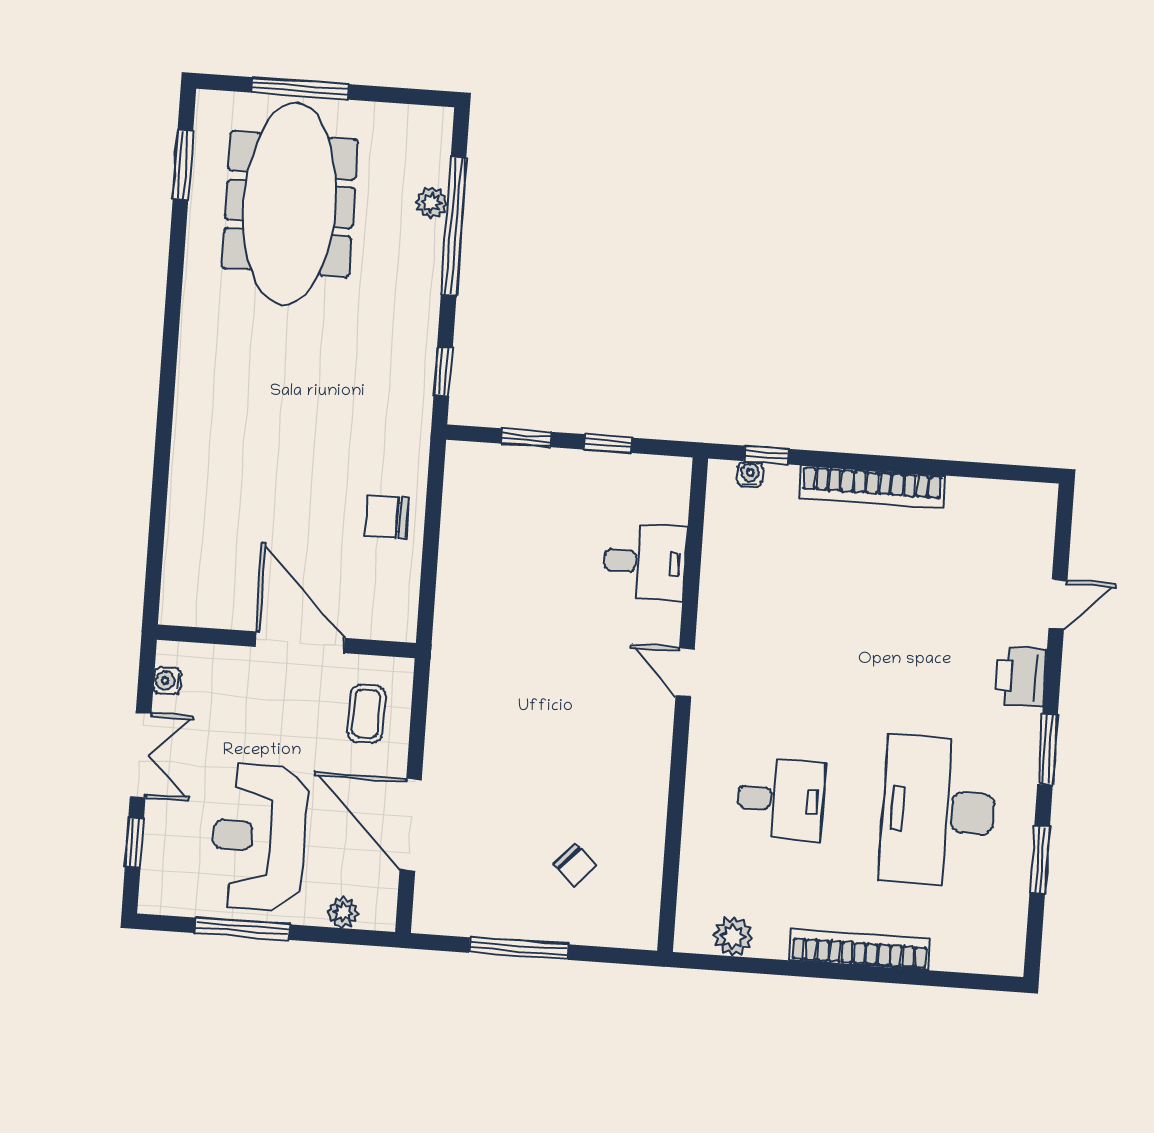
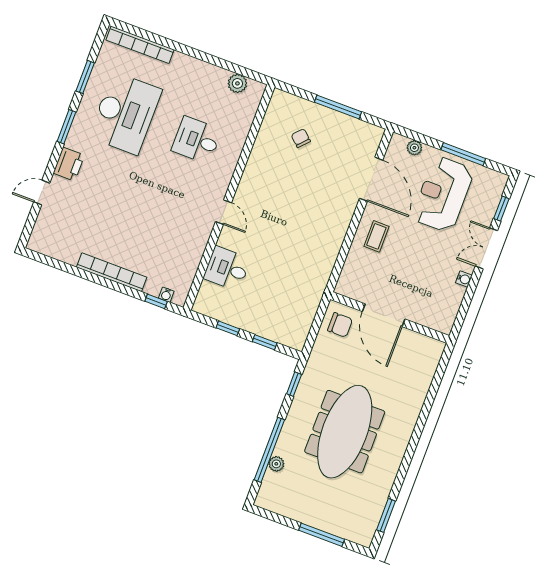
meeting table: (290, 204) -> (345, 432), moved
wall: (286, 641) -> (390, 318), moved
door: (300, 642) -> (384, 315), moved
reception desk: (259, 837) -> (443, 194), turned 180
bookcase: (860, 949) -> (140, 45), moved

